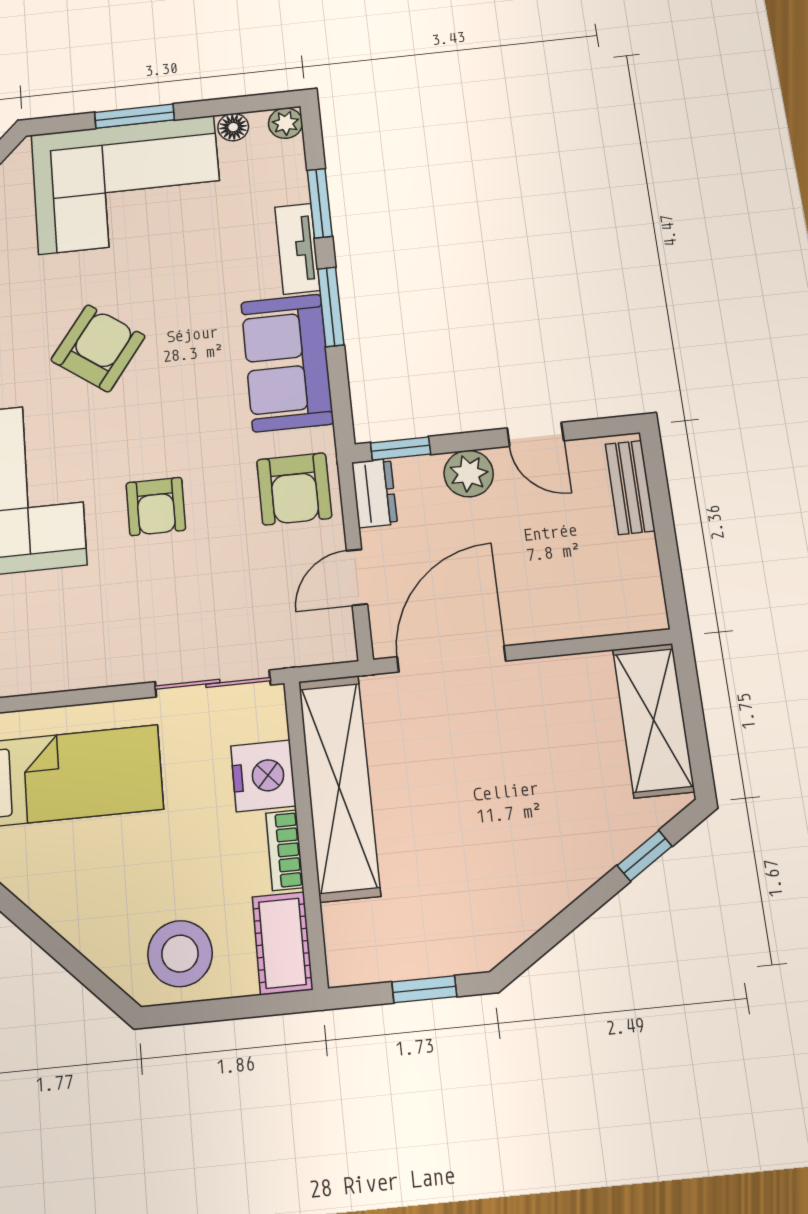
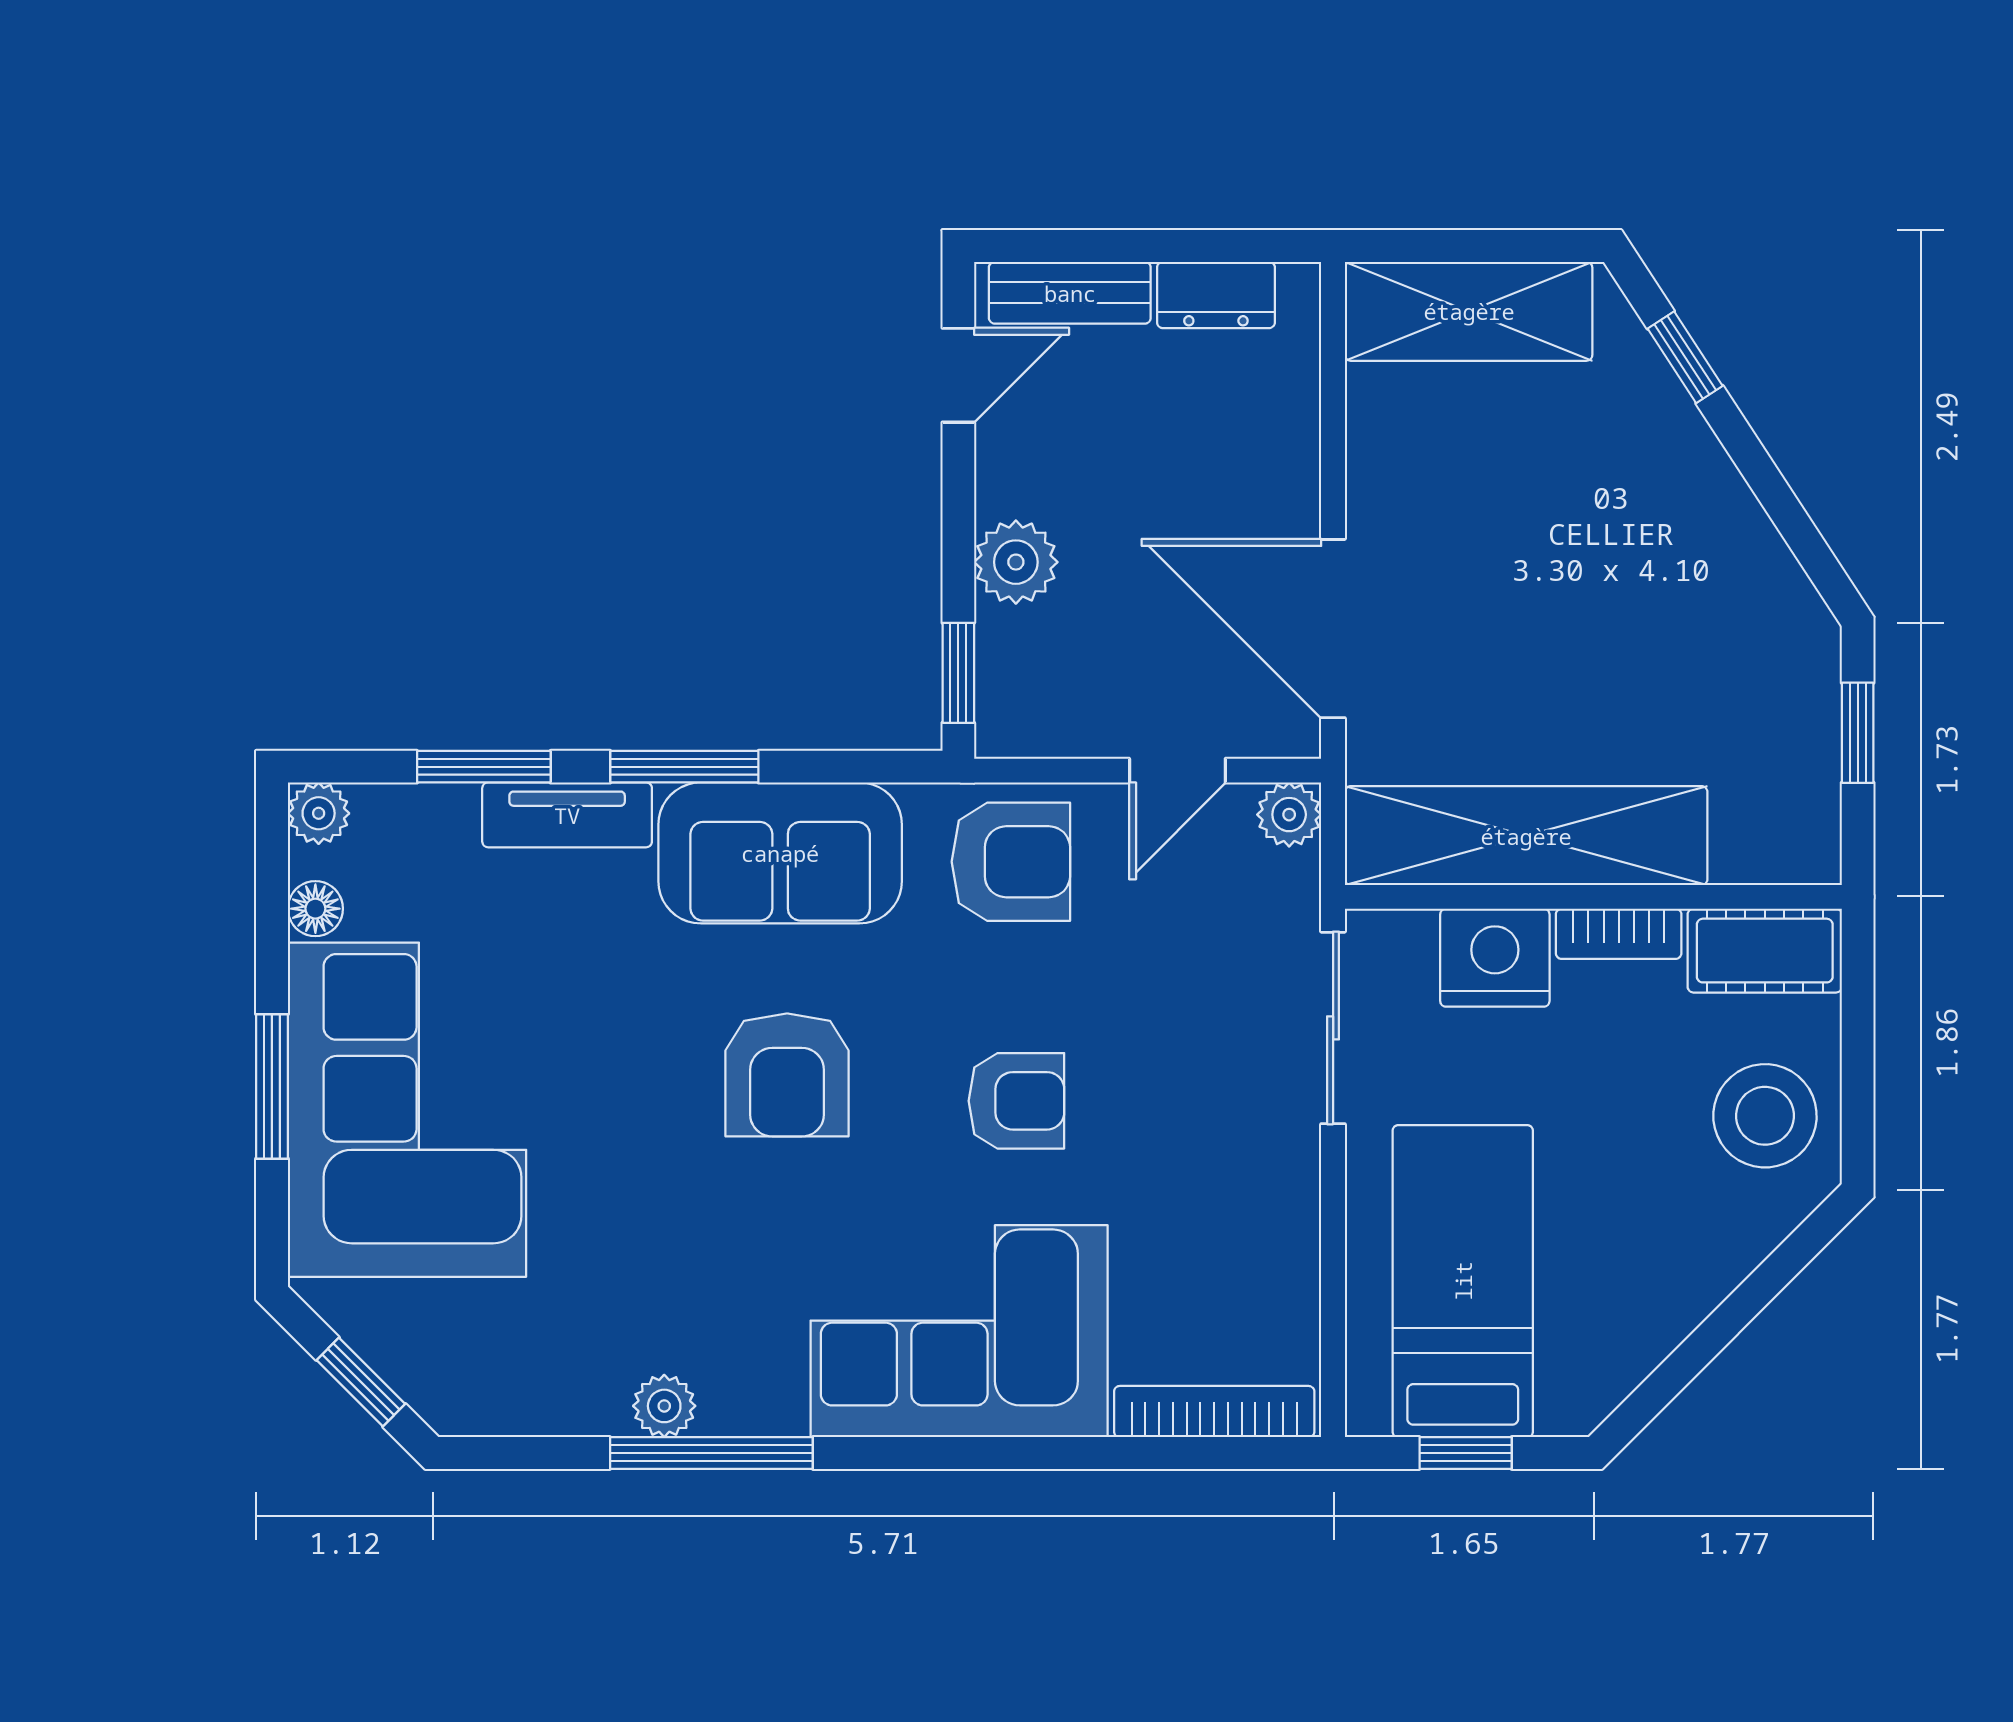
armchair: (98, 348) -> (787, 1075), moved, turned -126
door: (535, 434) -> (958, 375), moved
dresser: (375, 493) -> (1216, 295), moved, turned 180
door: (357, 577) -> (1177, 771), hinge flipped
plant: (338, 645) -> (1289, 815), added

